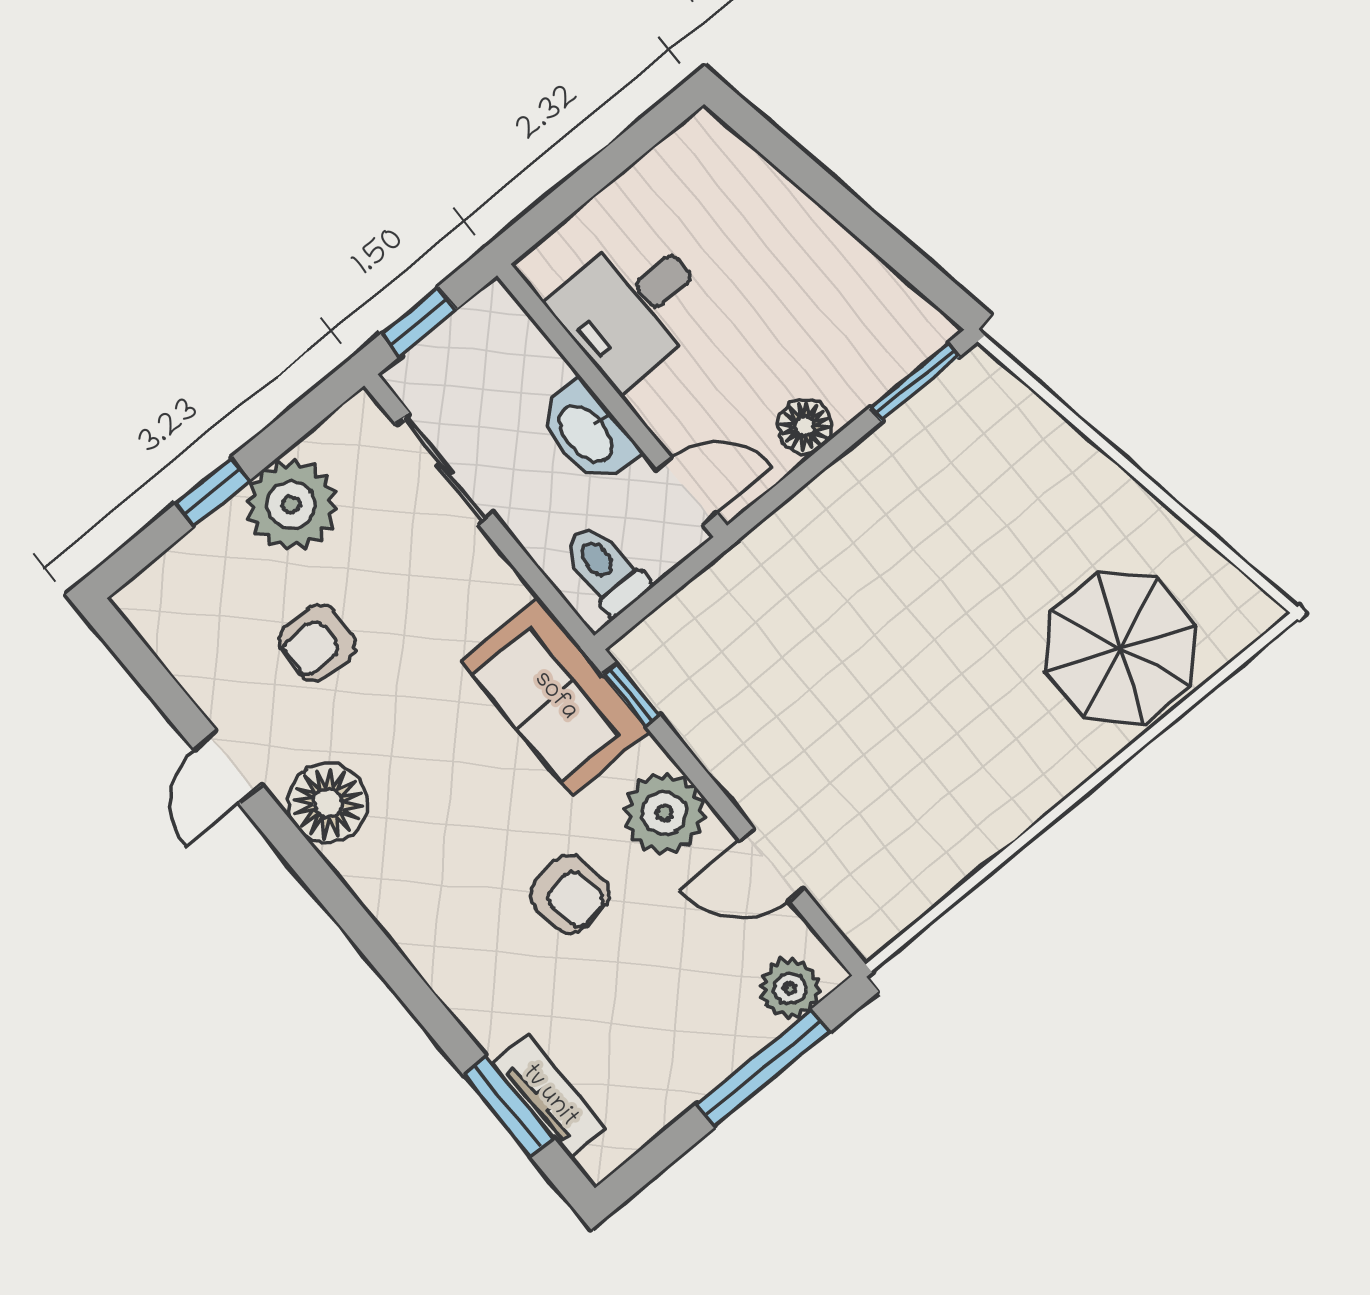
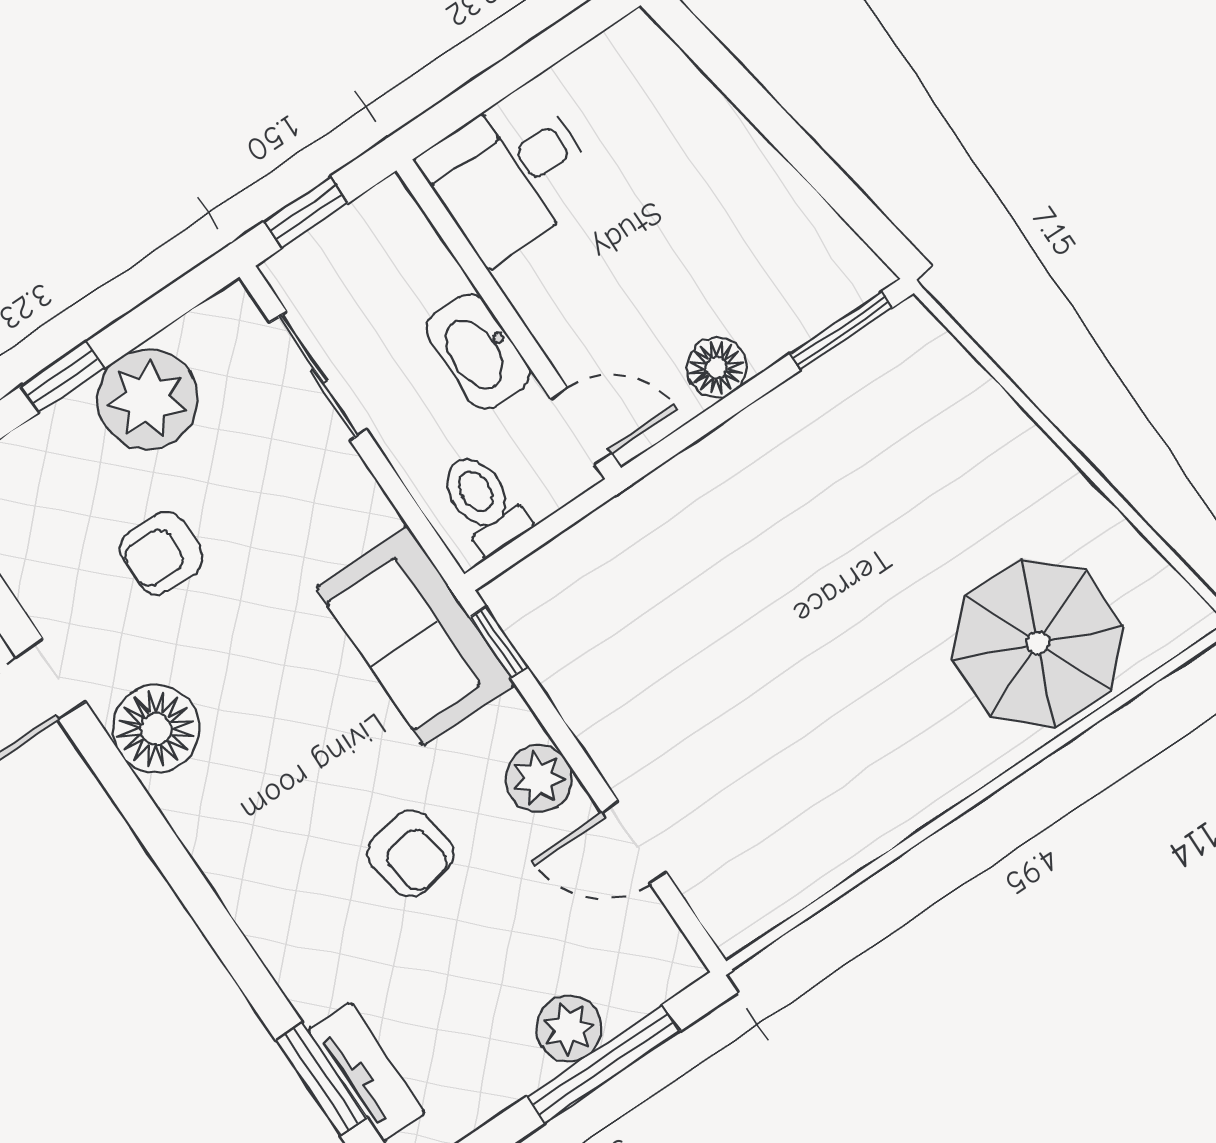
desk: (632, 307) -> (510, 175), moved
plant: (664, 813) -> (539, 778), width x0.73, depth x0.73
plant: (790, 988) -> (569, 1029), moved

